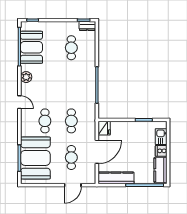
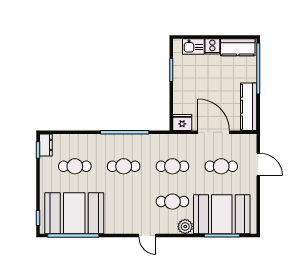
booth: (31, 47) -> (74, 213), width x1.36, depth x1.42
plant: (26, 77) -> (185, 227), moved
cafe table: (71, 84) -> (124, 166), added
door: (19, 102) -> (147, 236), swing flipped

